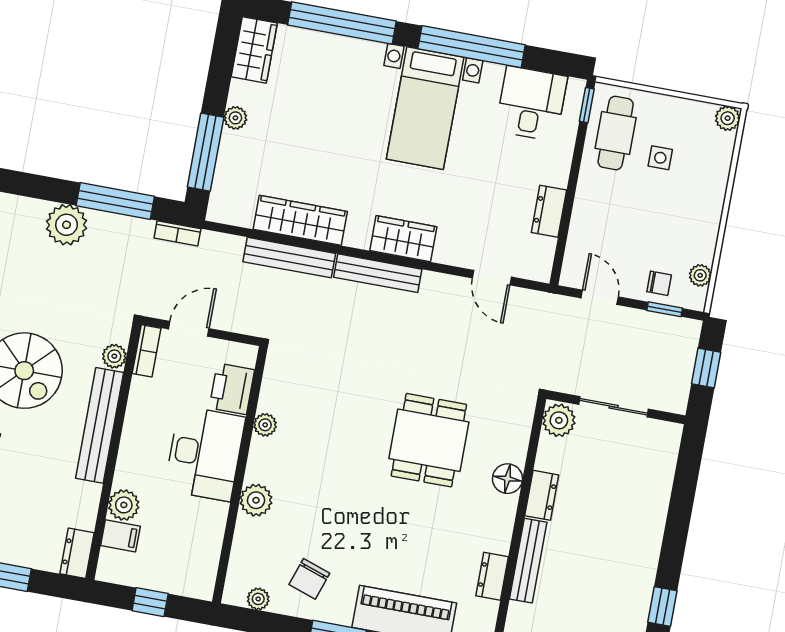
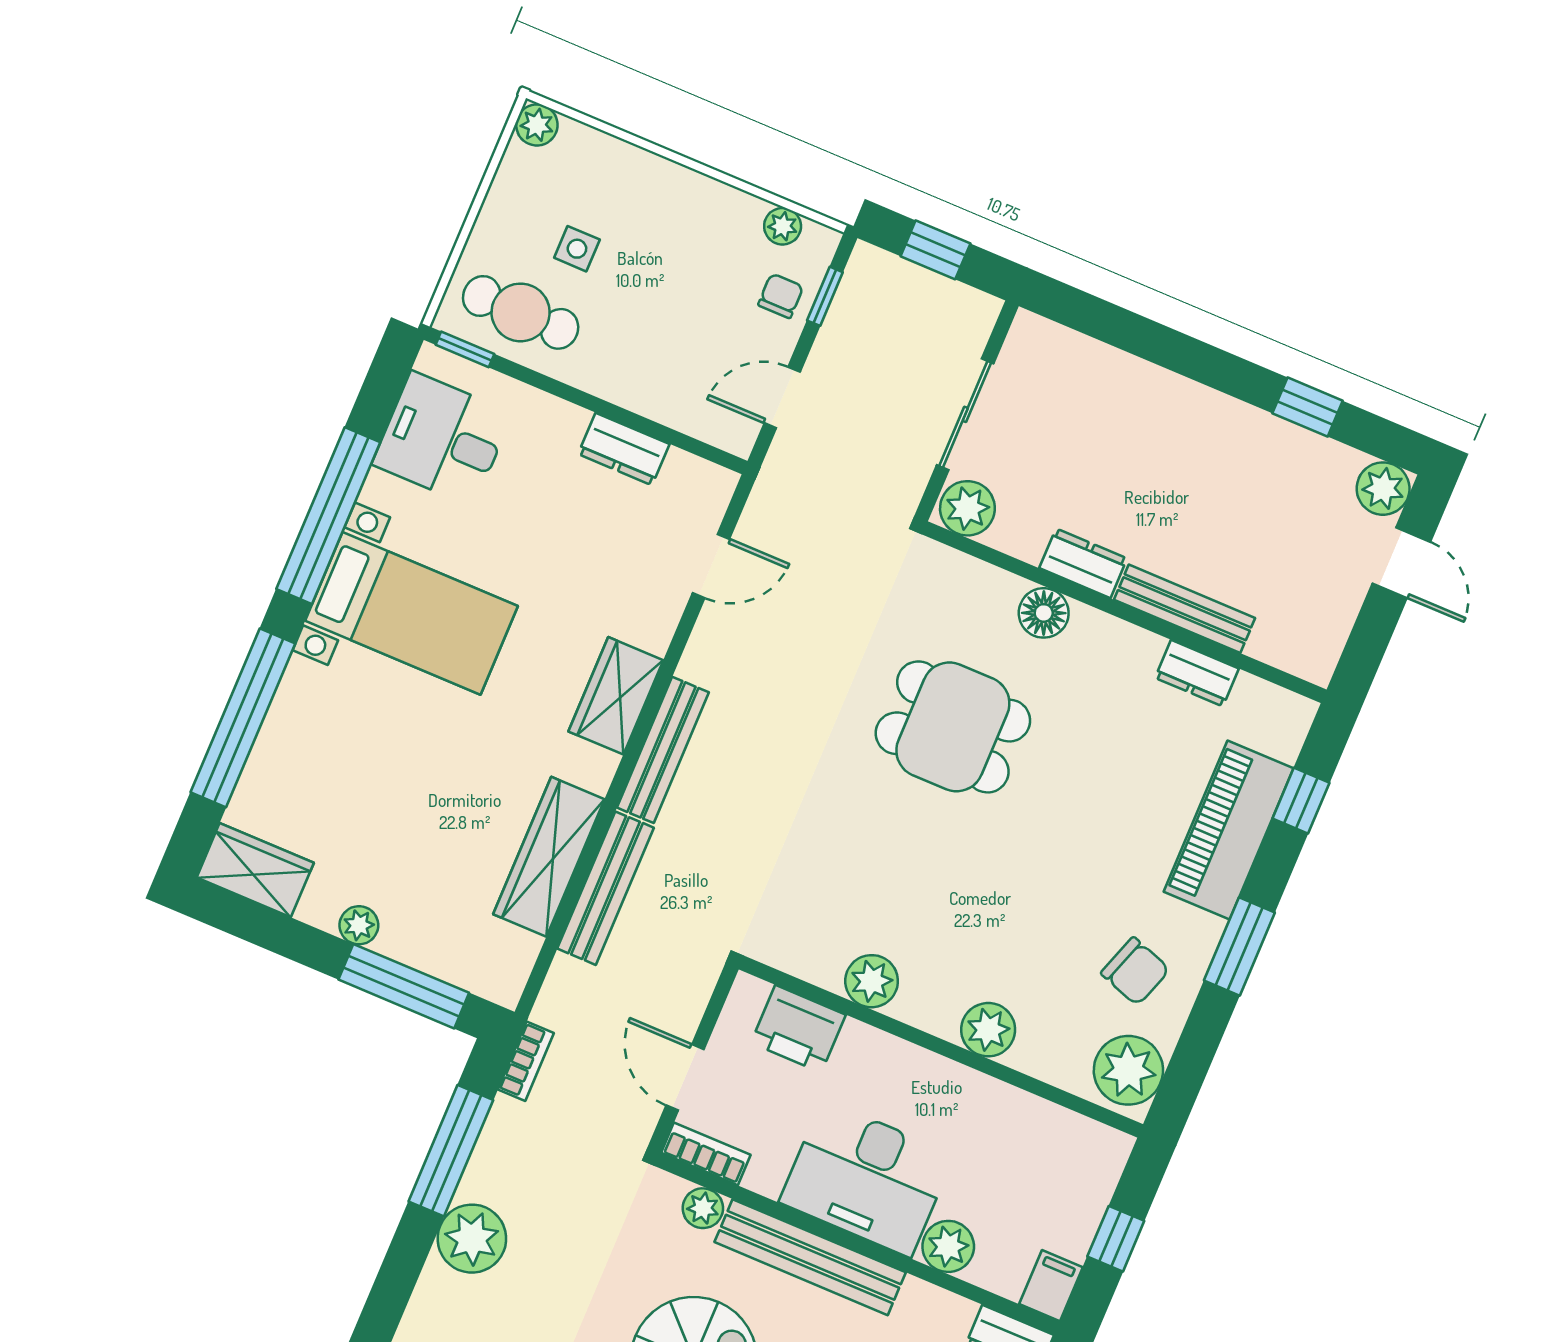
plant: (265, 425) -> (872, 981), width x1.38, depth x1.38
desk: (205, 454) -> (867, 1178), moved, turned 180
filing cabinet: (120, 536) -> (1051, 1286), moved
plant: (258, 599) -> (1128, 1070), width x1.88, depth x1.88

